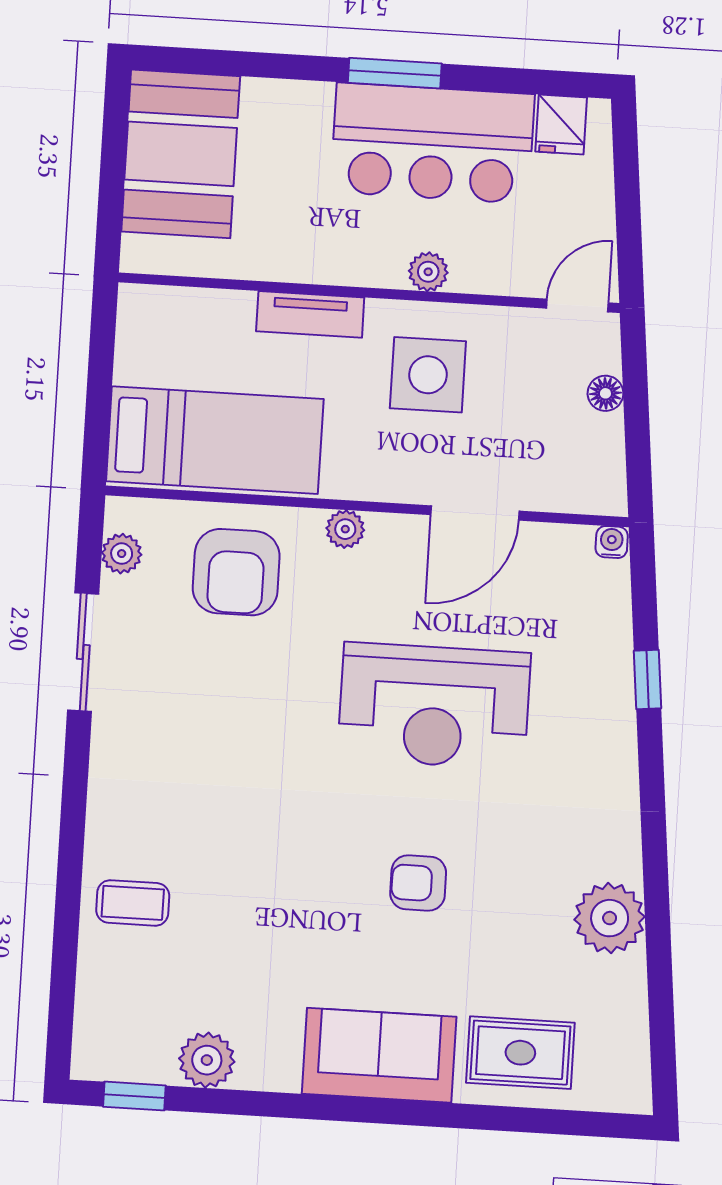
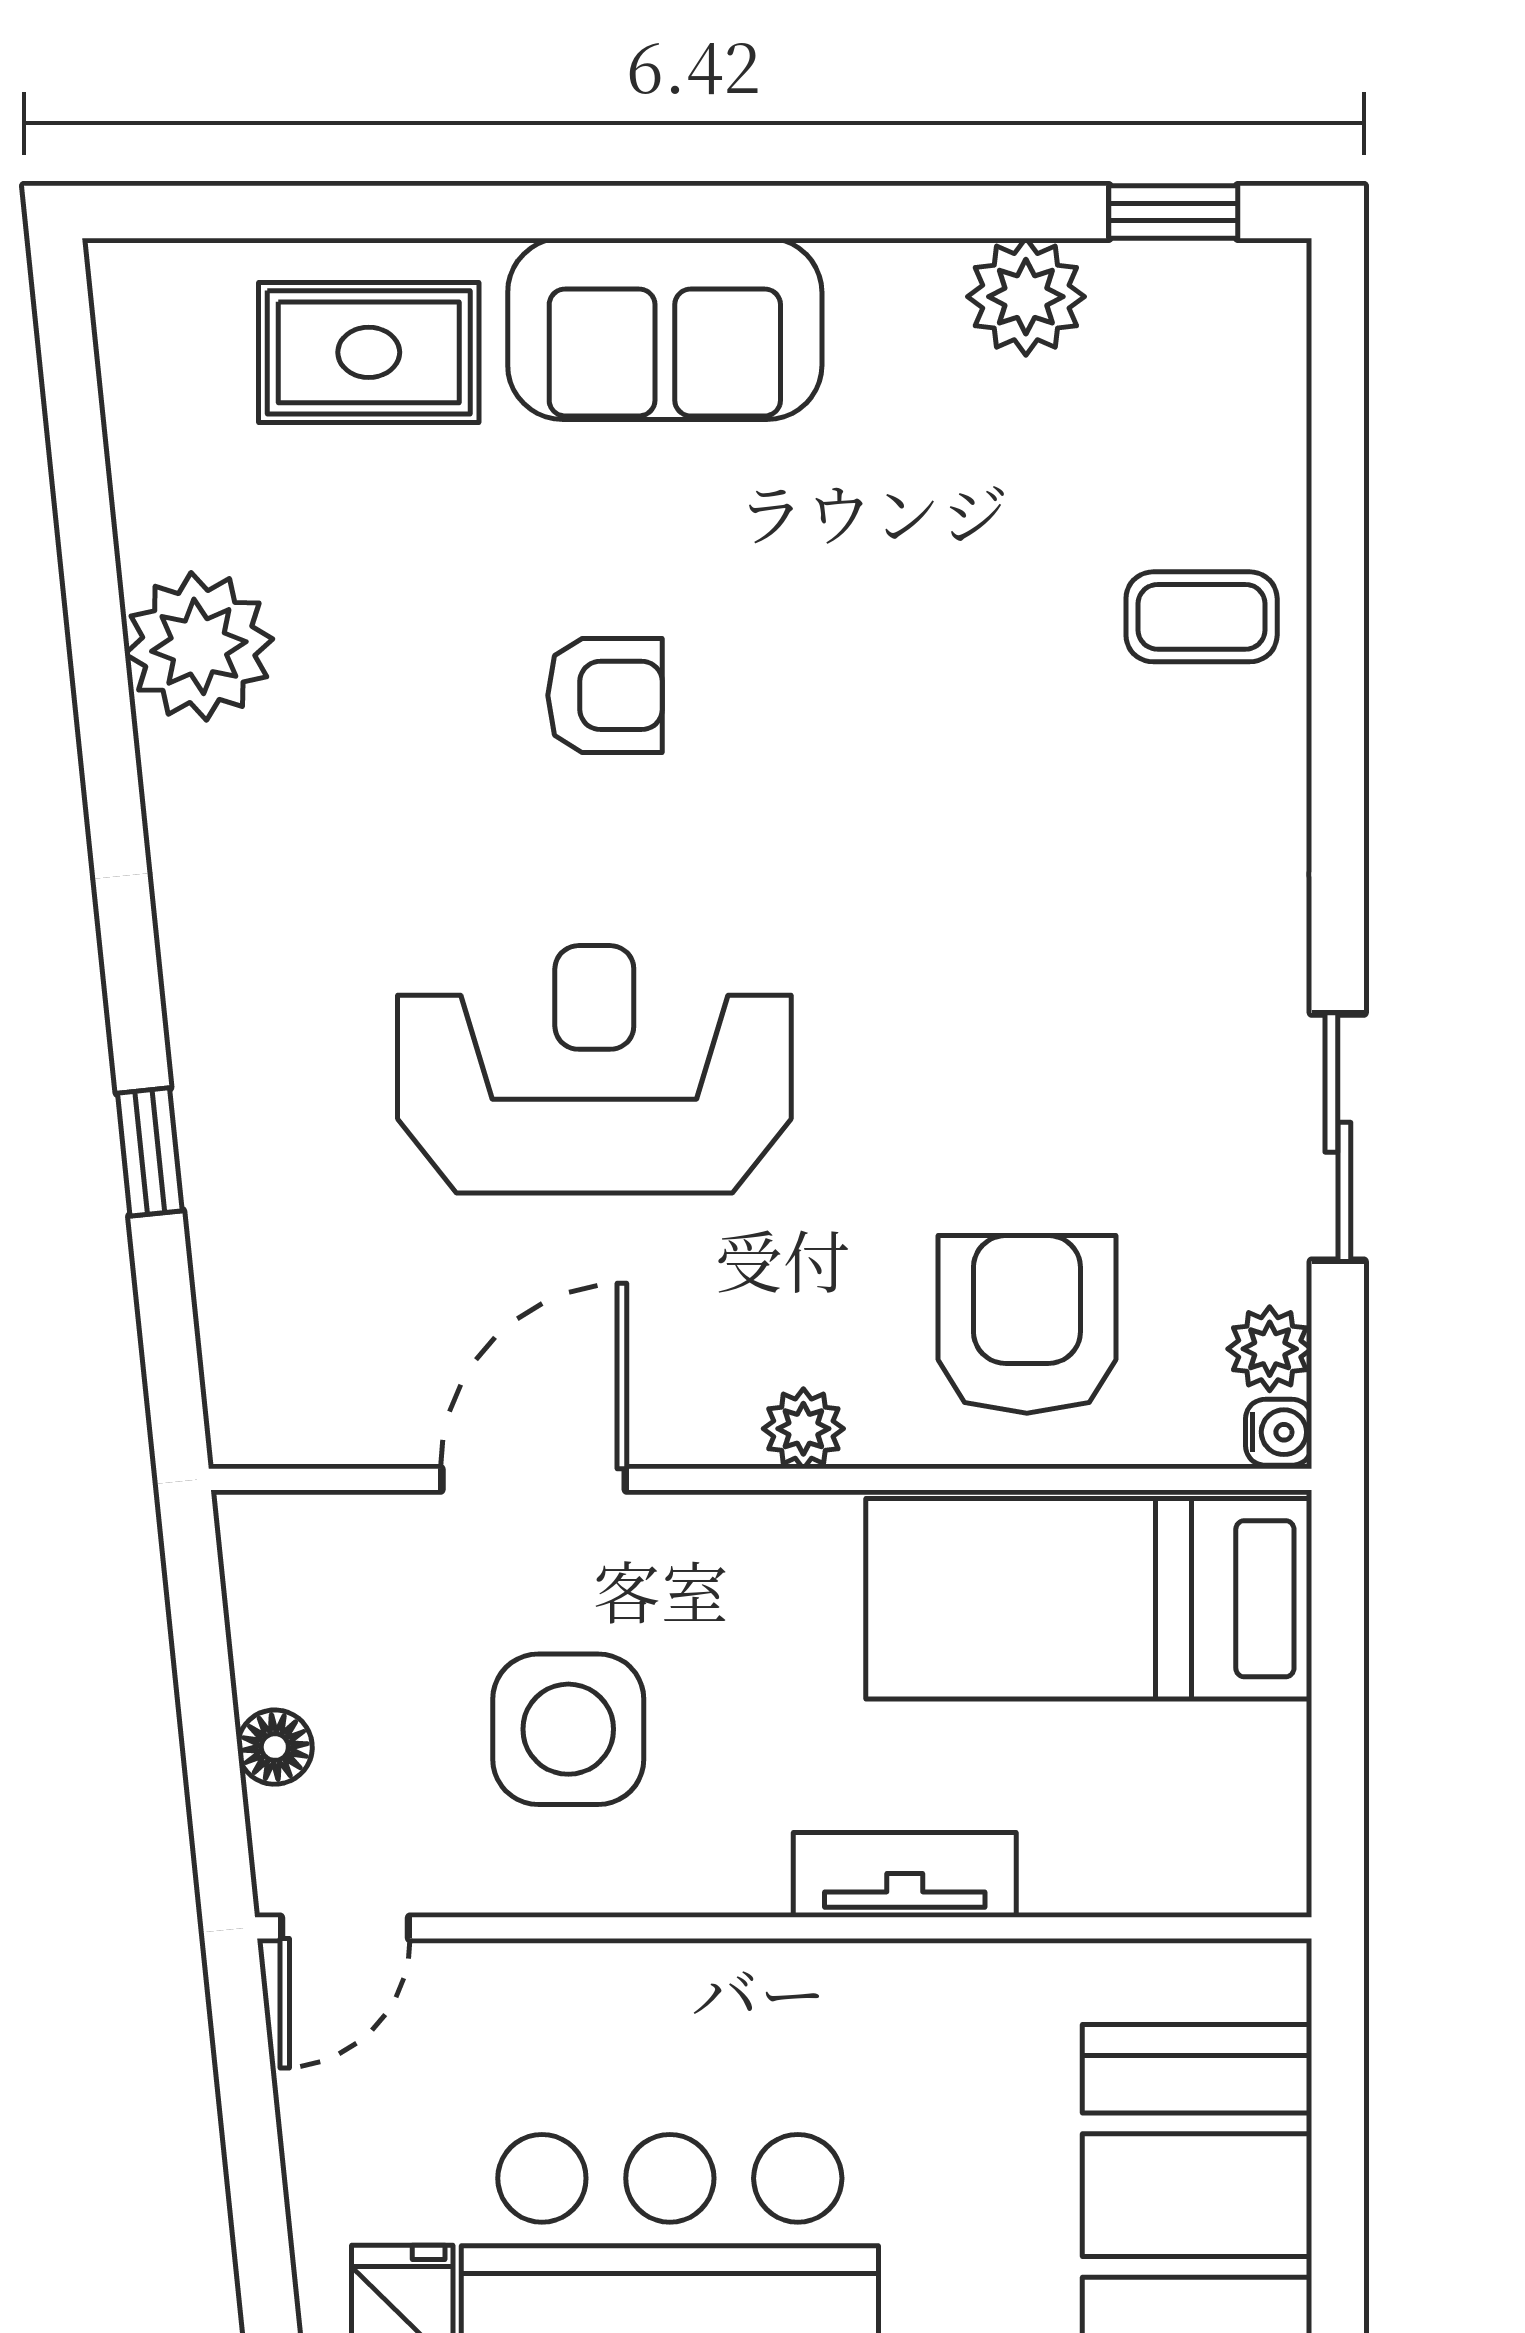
plant: (428, 272) -> (662, 1980), removed
side table: (428, 375) -> (568, 1729), moved
water cooler: (612, 542) -> (1279, 1432), moved, turned -90

